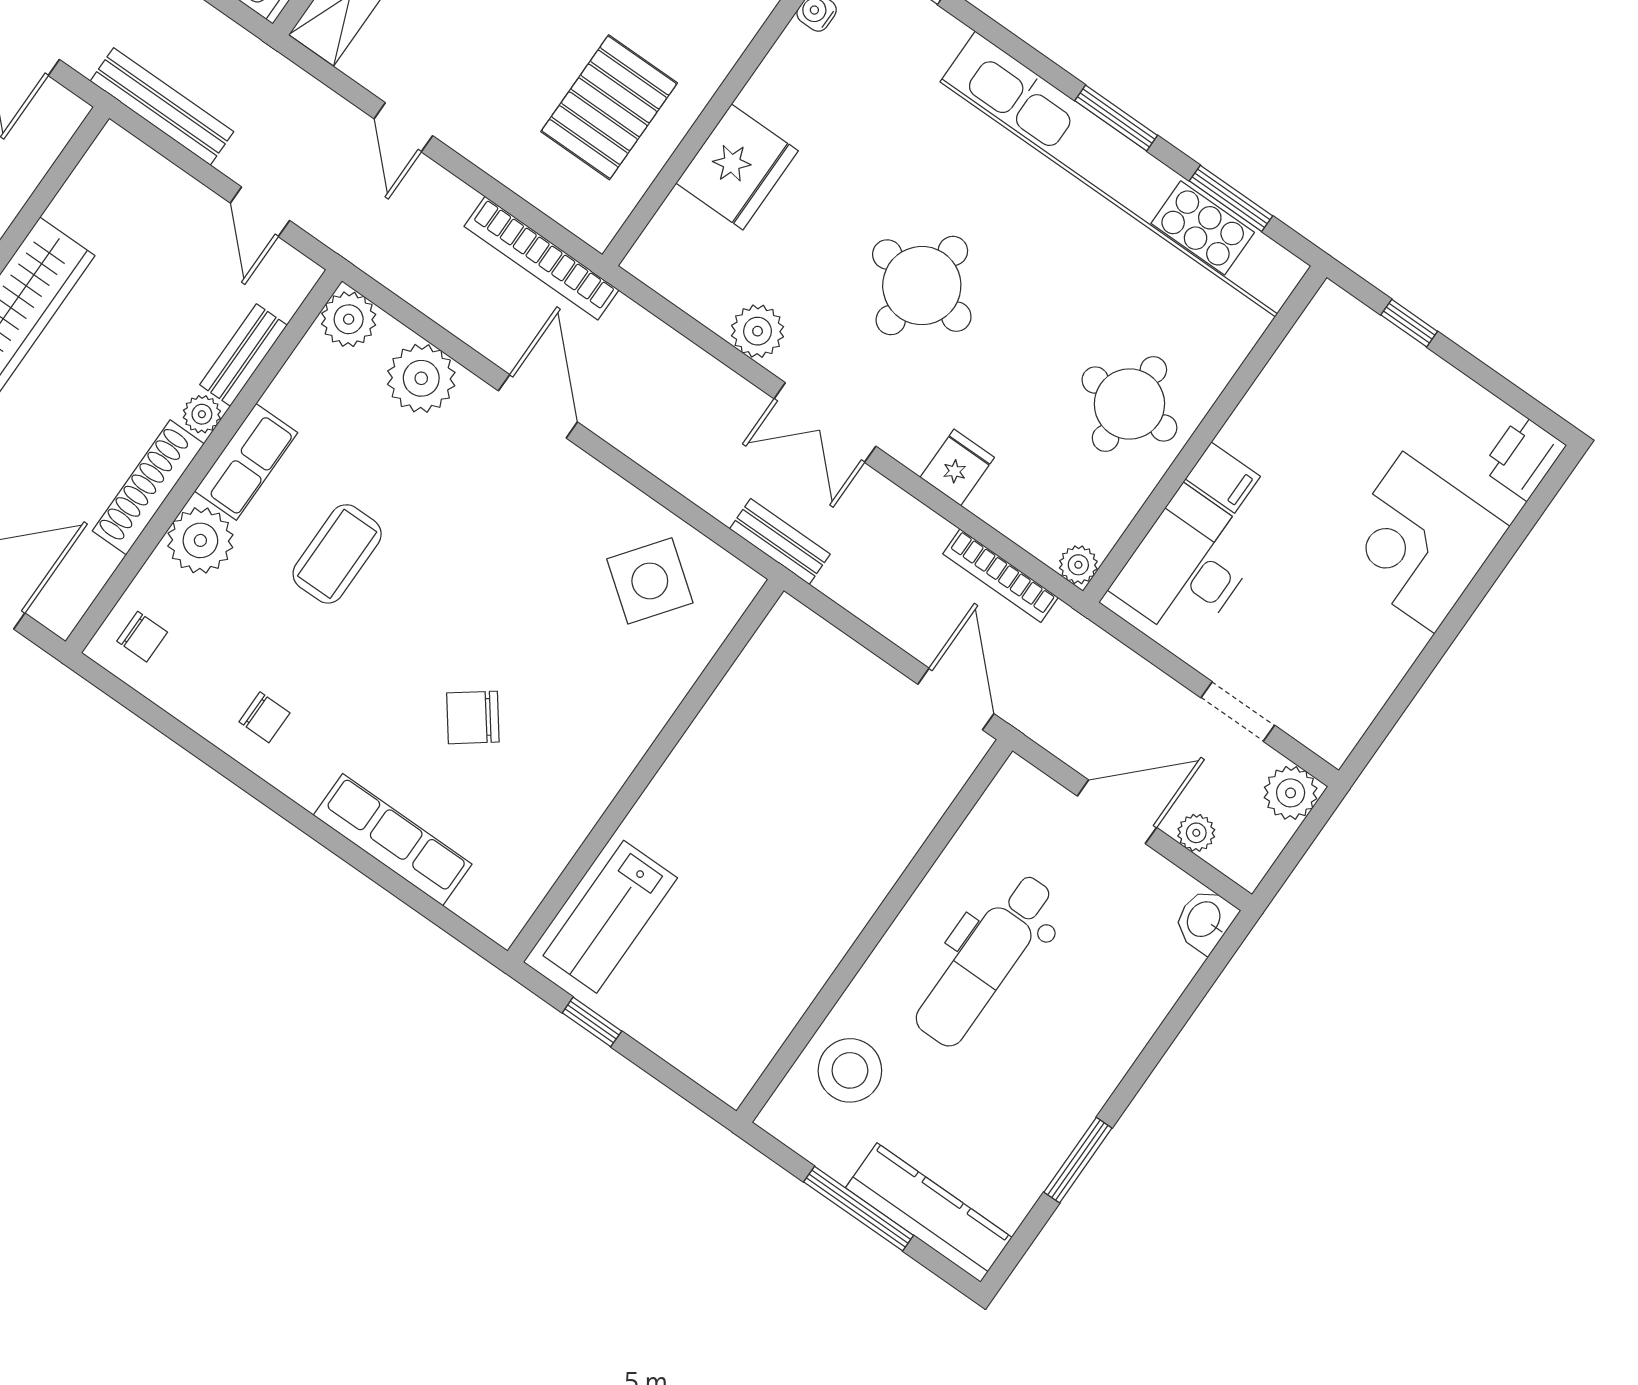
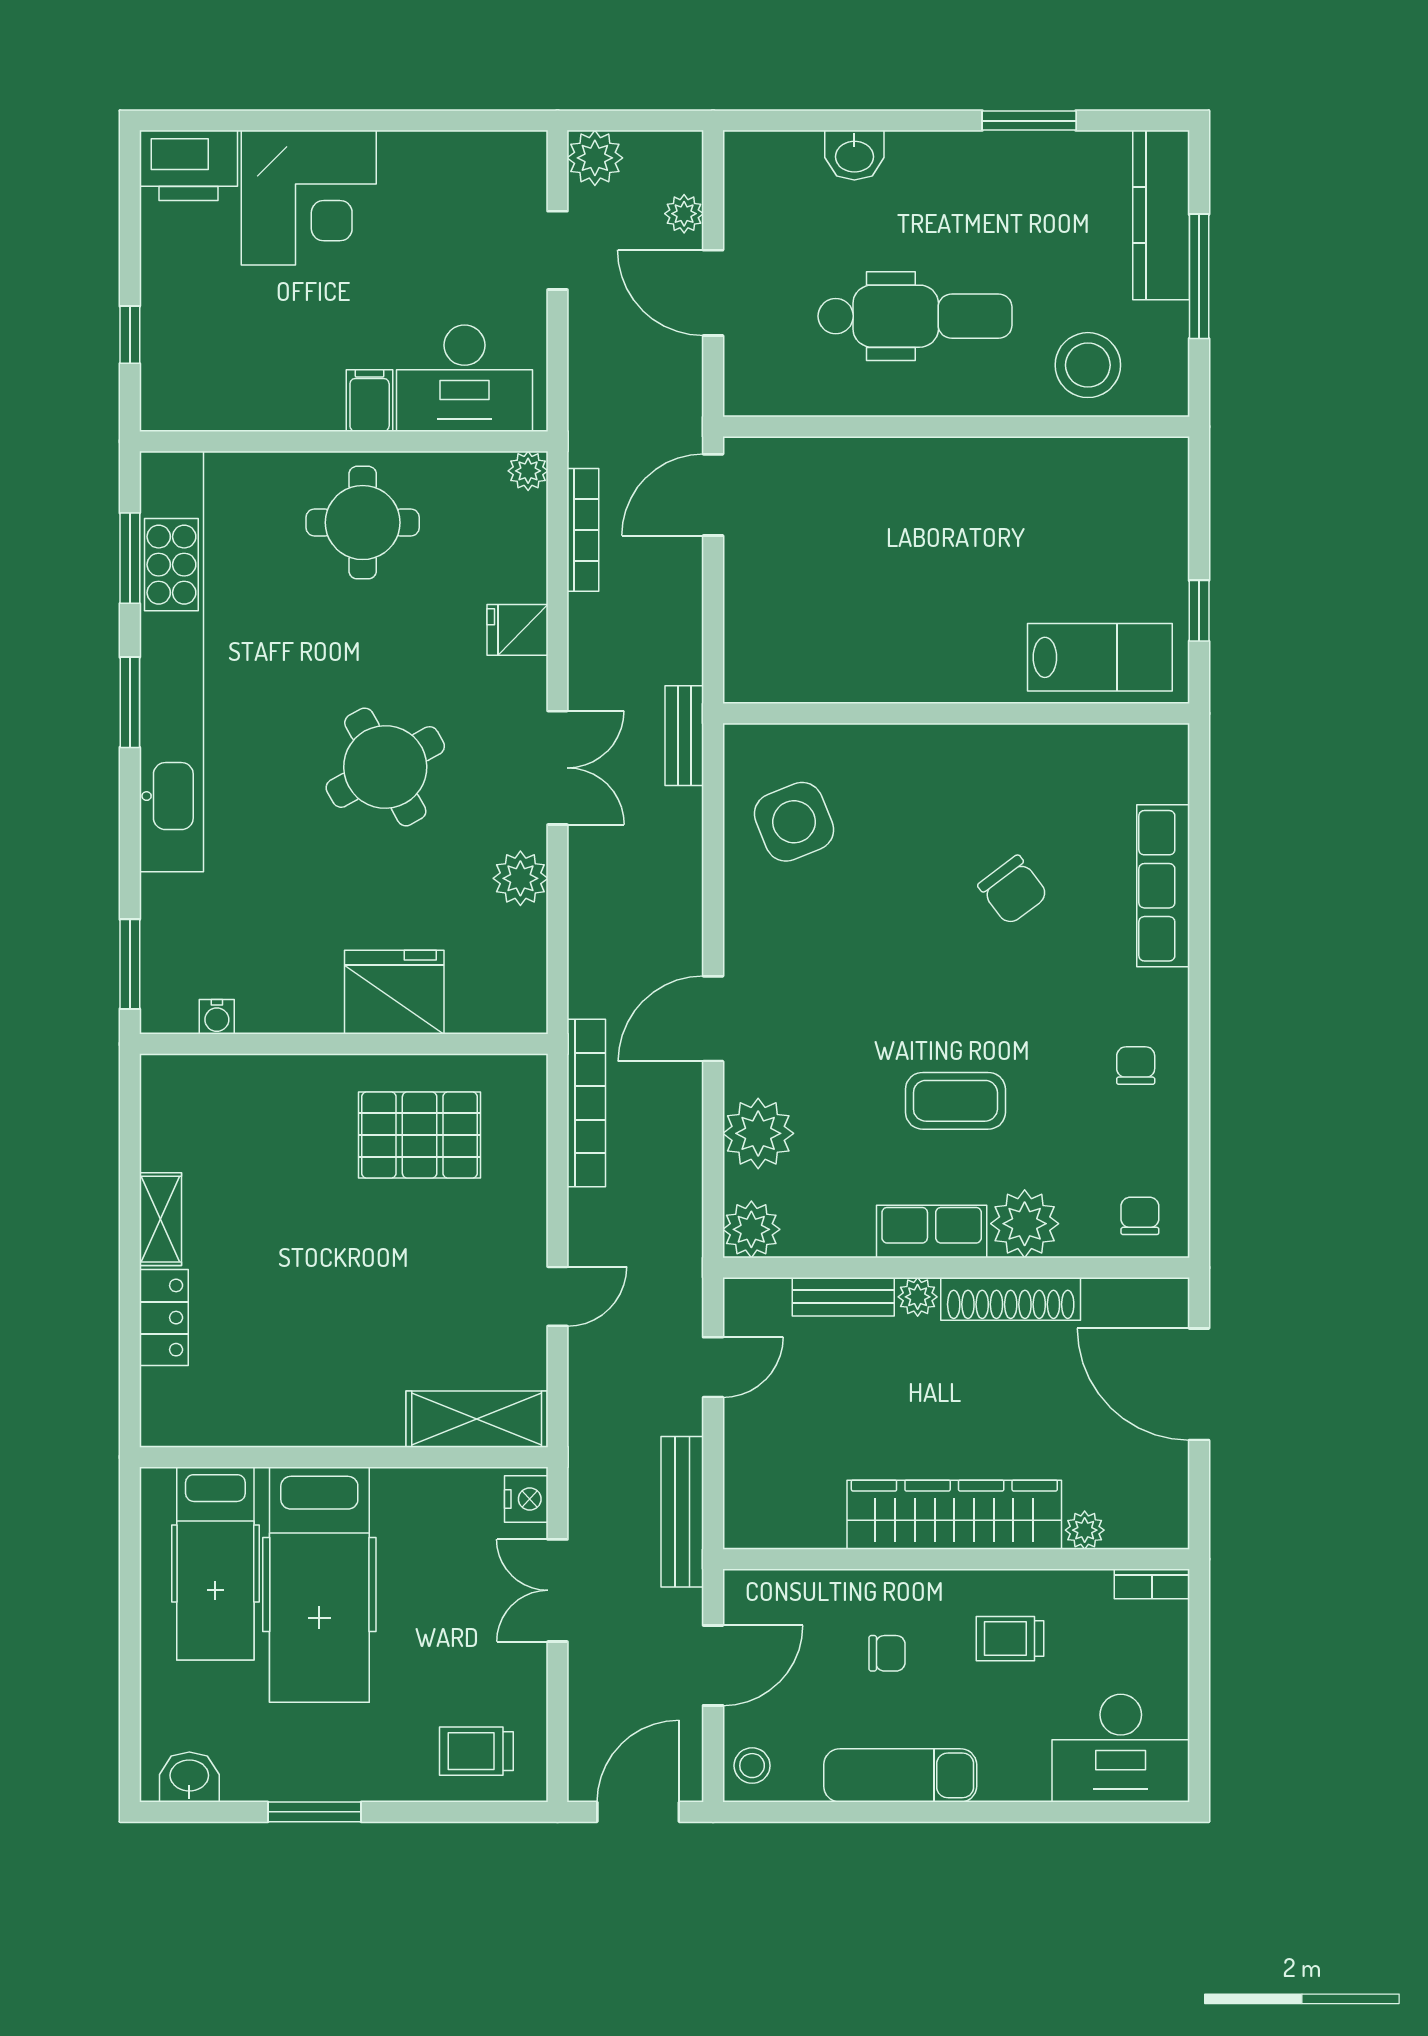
round table: (922, 286) -> (385, 767), turned -36
printer: (1524, 457) -> (188, 165), width x1.37, depth x1.19
side table: (650, 581) -> (794, 822), turned 31
washbasin: (1205, 920) -> (854, 155), moved

